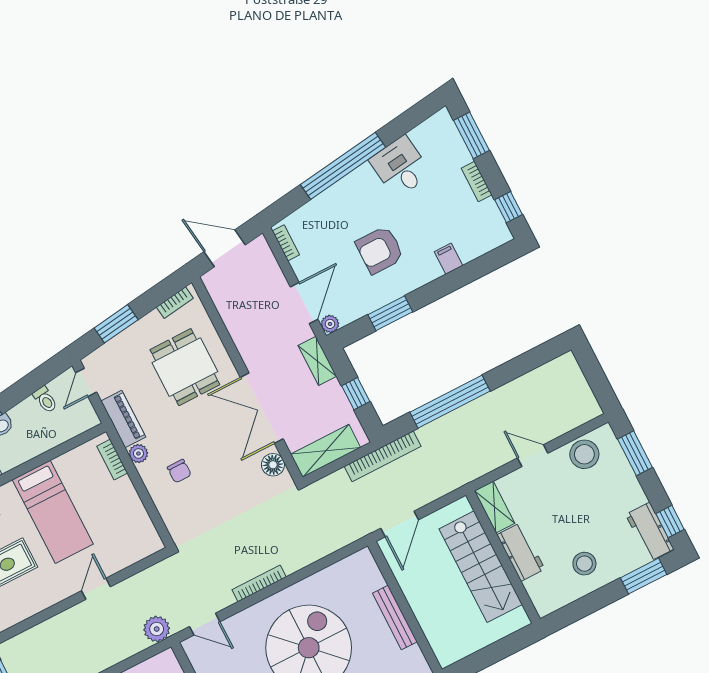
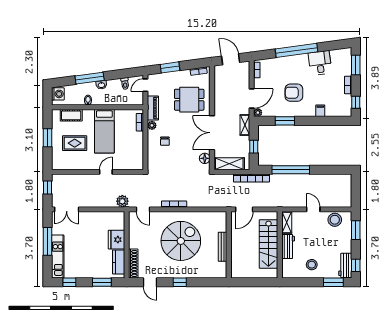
dining table: (185, 367) -> (189, 100), turned 90

